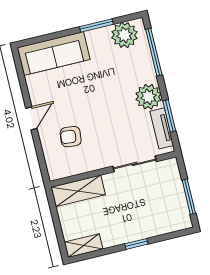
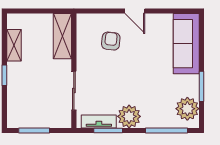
shelving: (84, 246) -> (14, 45), moved

